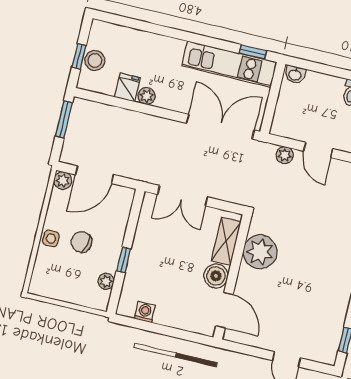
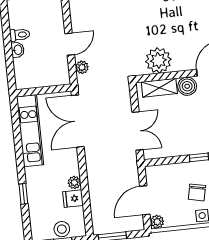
window: (253, 52) -> (23, 194), moved
washbasin: (295, 74) -> (18, 50), moved
door: (94, 175) -> (145, 200), swing flipped

